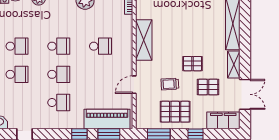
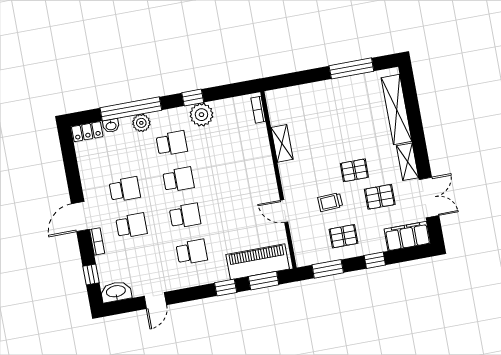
shelving: (144, 40) -> (282, 143), width x0.67, depth x0.75
school desk: (100, 46) -> (172, 143), moved
door: (134, 85) -> (284, 211), hinge flipped
pallet: (175, 112) -> (343, 236), width x0.67, depth x0.71

